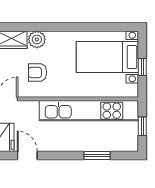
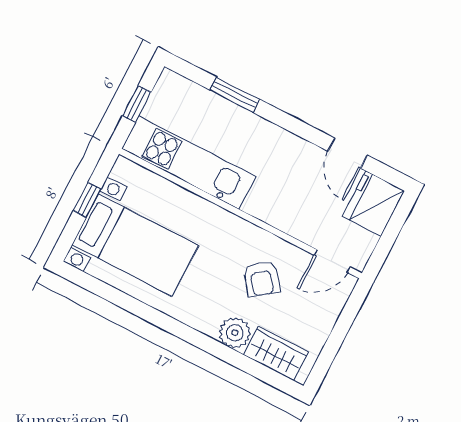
armchair: (37, 72) -> (261, 279), turned 53
kitchen unit: (89, 111) -> (189, 163), width x0.73

